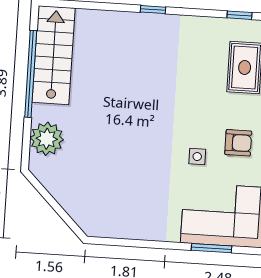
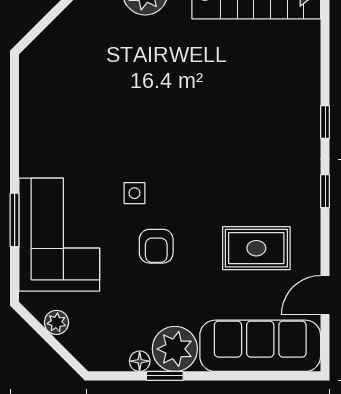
window: (240, 15) -> (325, 191), moved

